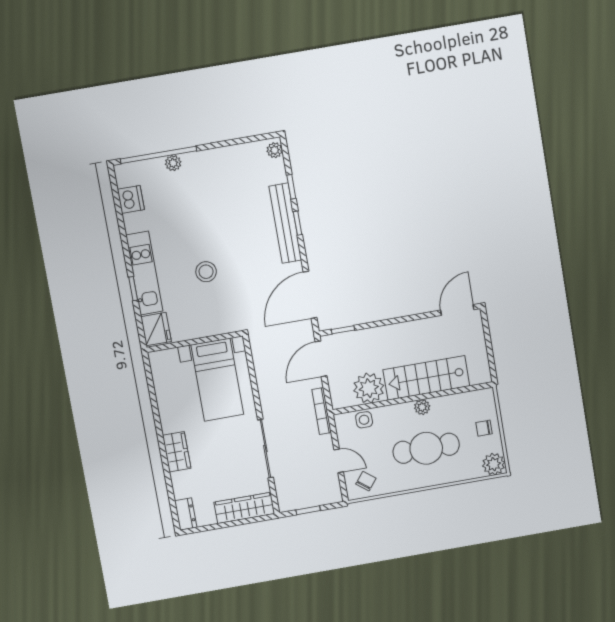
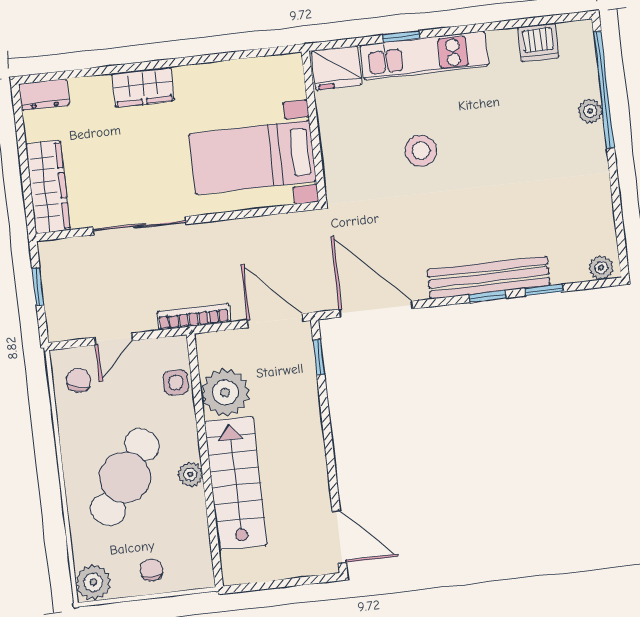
cafe table: (426, 448) -> (125, 477), turned 34
chair: (366, 481) -> (79, 380), turned -113

